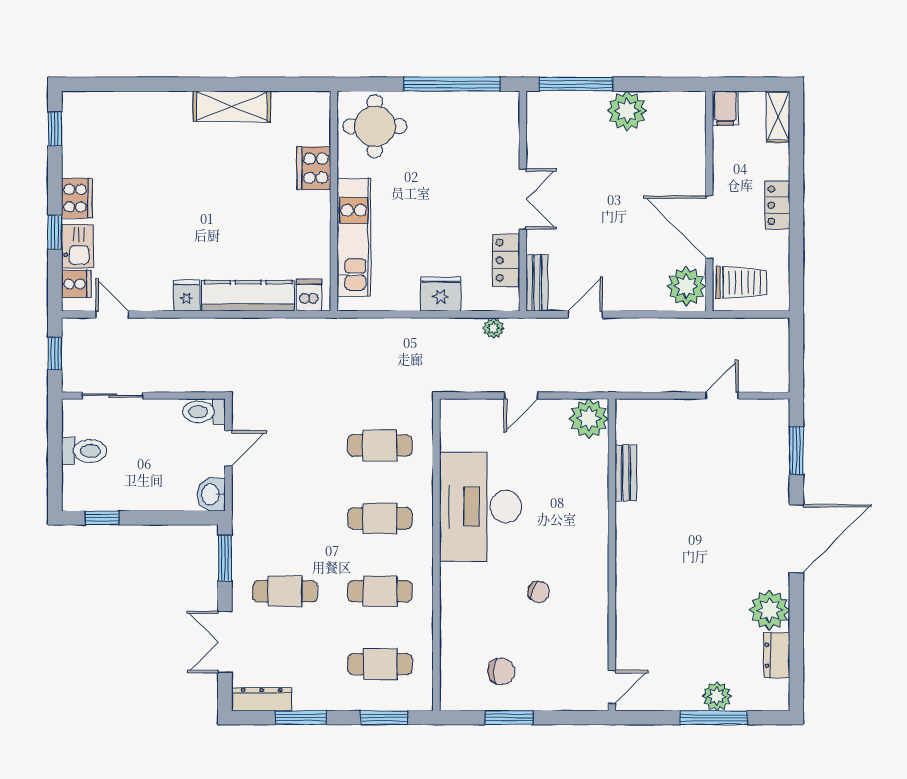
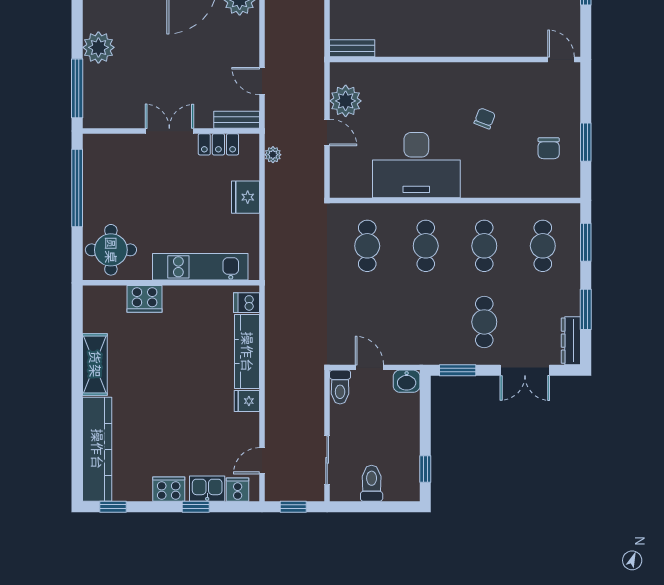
kitchen counter: (127, 109) -> (97, 449), added
plant: (589, 419) -> (346, 101), moved
bench: (626, 473) -> (352, 48), moved
chair: (501, 671) -> (549, 148), turned 180

